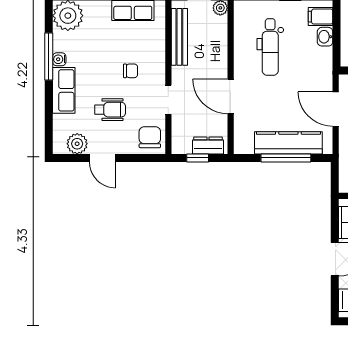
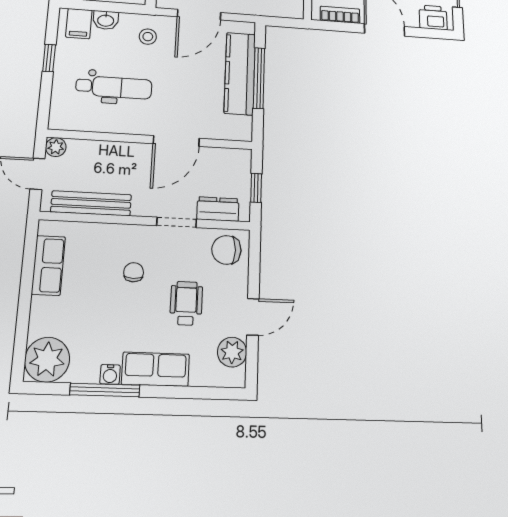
stool: (314, 70) -> (148, 37), added
dresser: (208, 145) -> (218, 209), moved, turned 90

